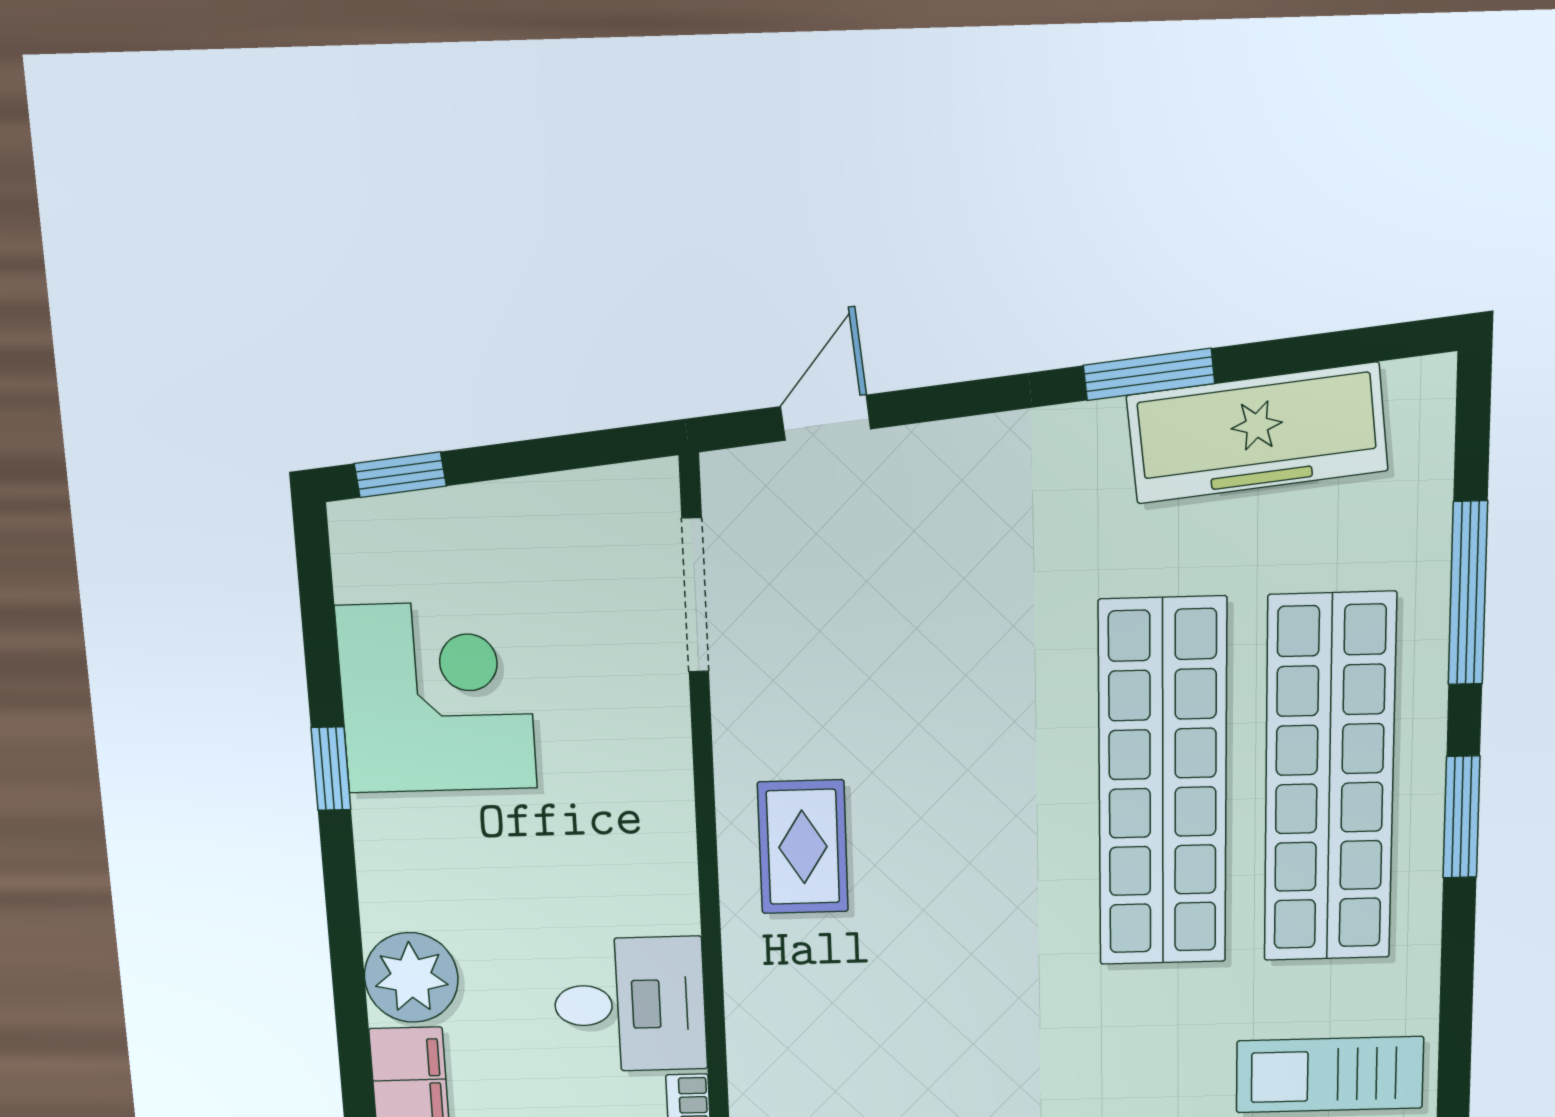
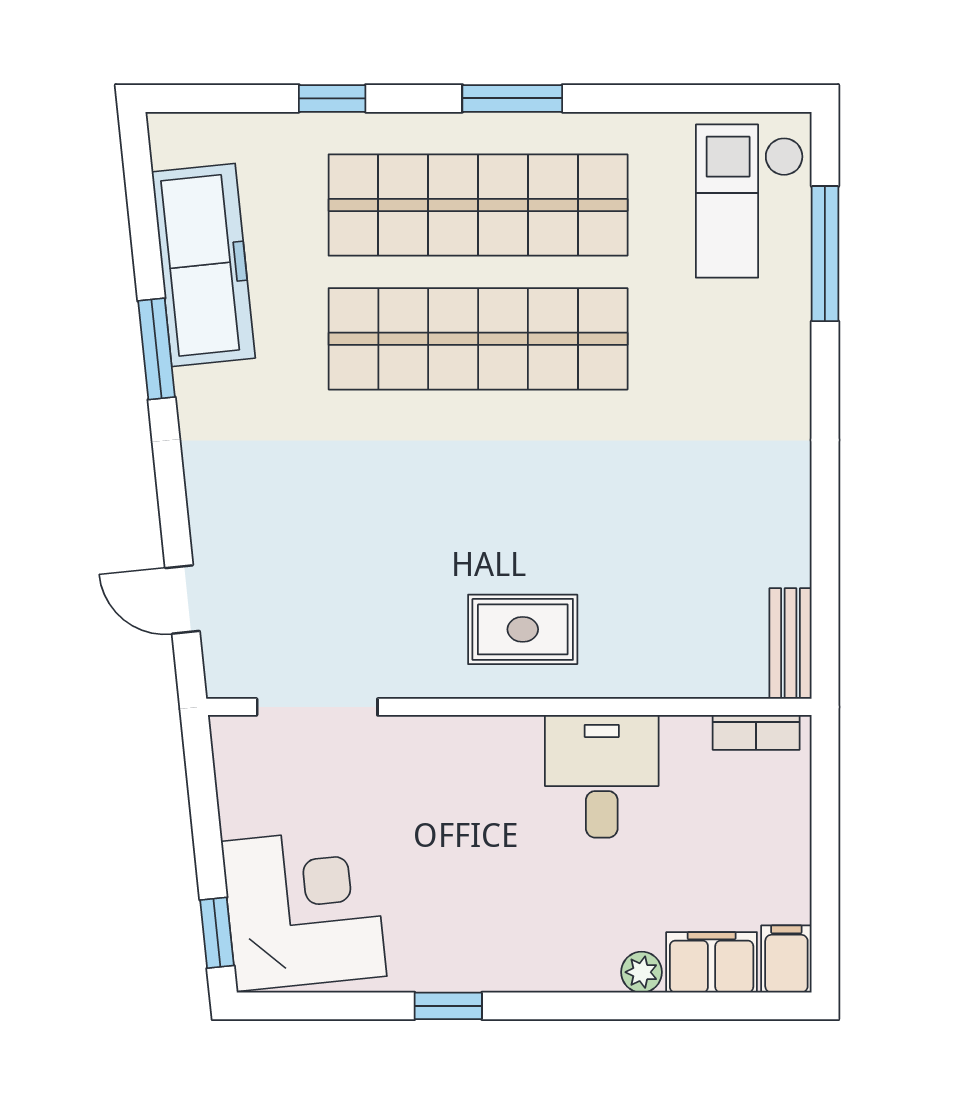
window: (1468, 593) -> (332, 98), width x0.46
corner desk: (437, 697) -> (304, 909), moved, turned 84
plant: (411, 977) -> (642, 972), width x0.53, depth x0.53
desk: (630, 1004) -> (602, 776), moved

